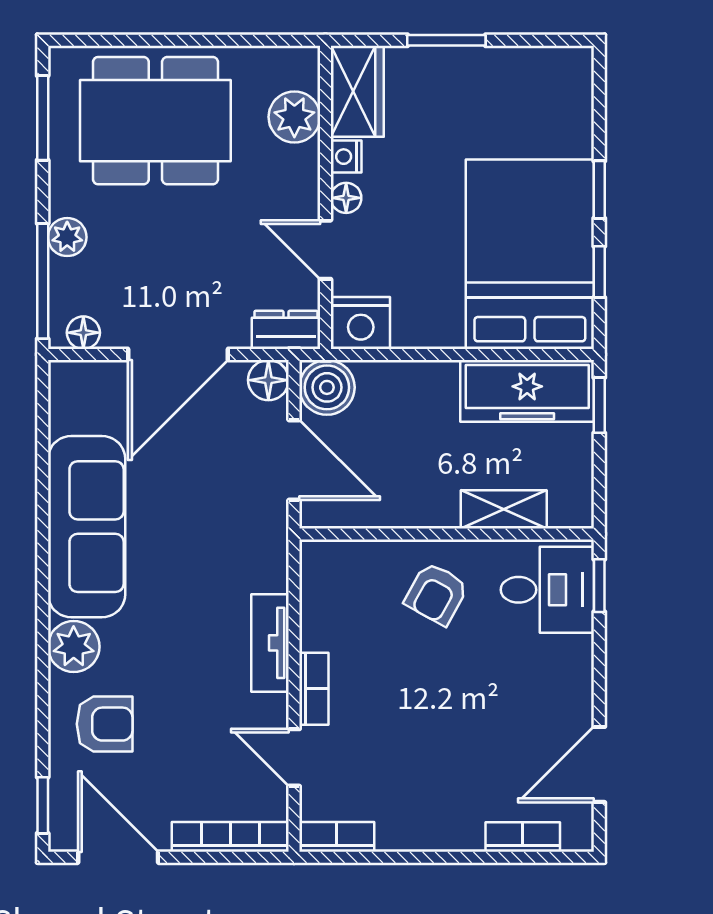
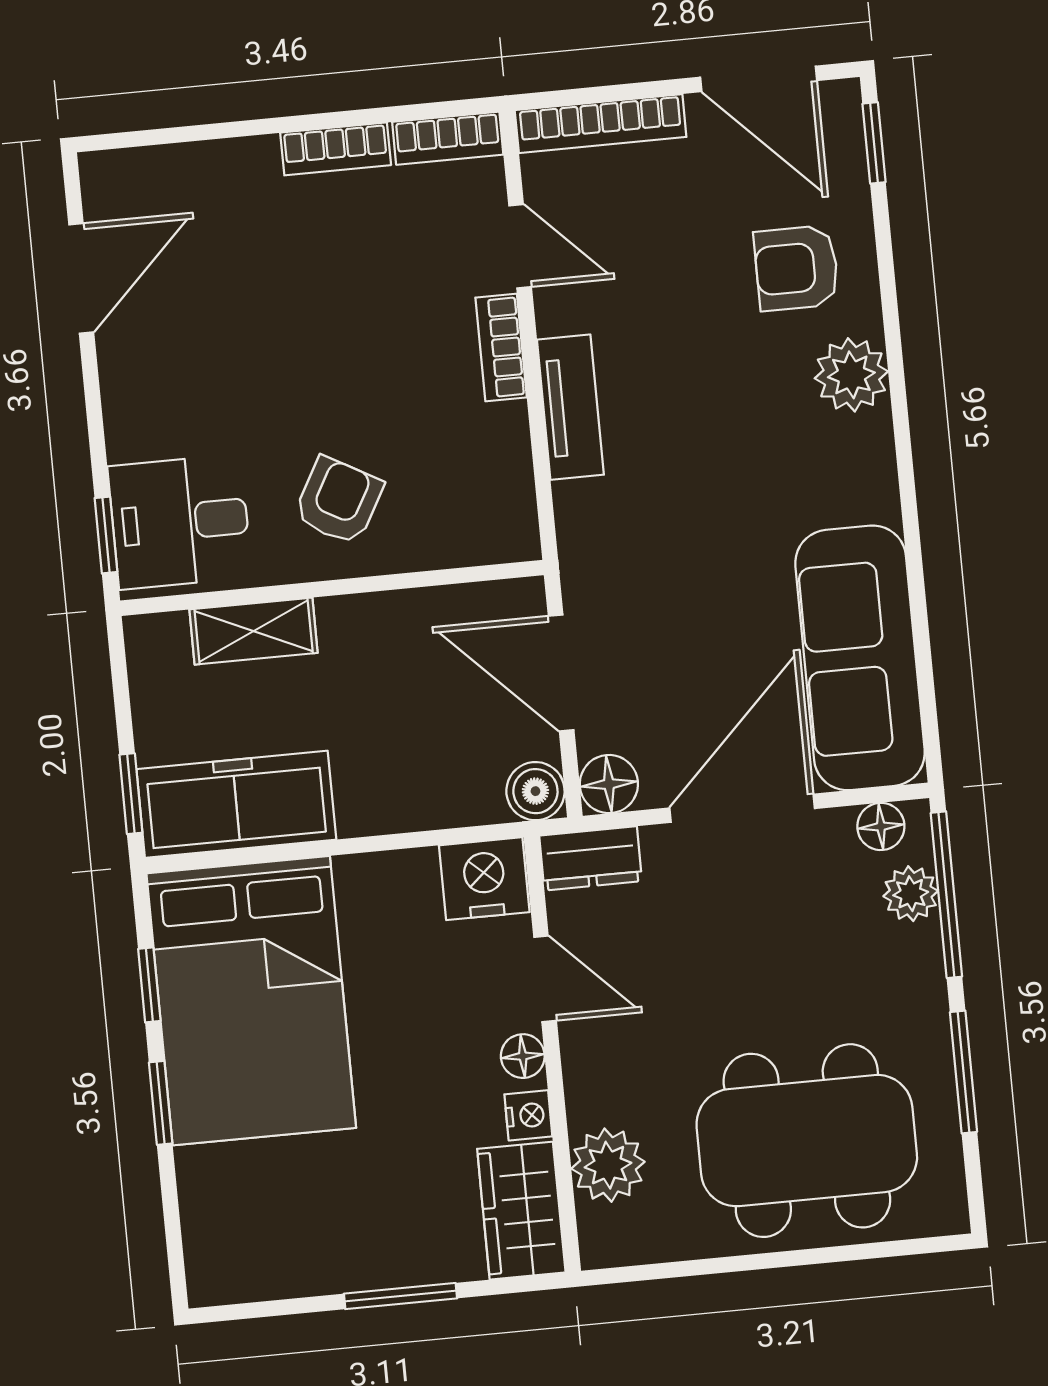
window: (43, 118) -> (963, 1072), moved
plant: (67, 237) -> (911, 894), moved
boiler: (327, 387) -> (535, 791), width x0.73, depth x0.73
sofa: (87, 527) -> (860, 658), moved
bookcase: (523, 837) -> (336, 149), moved

